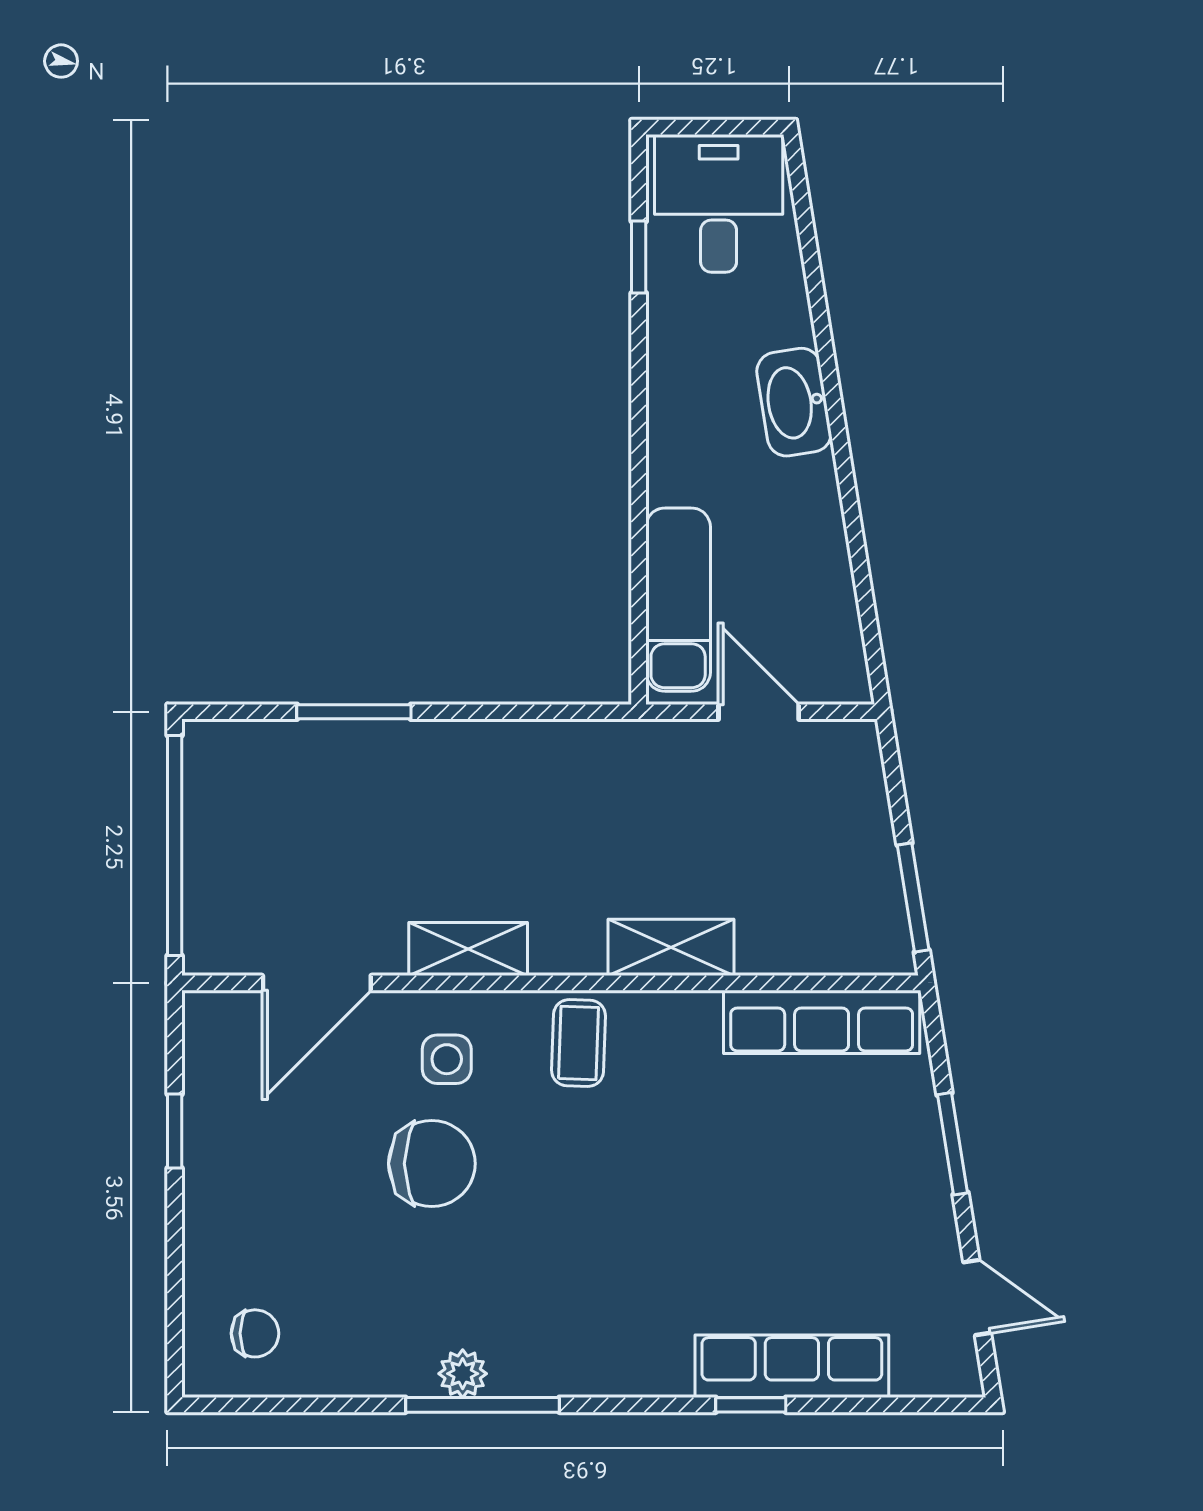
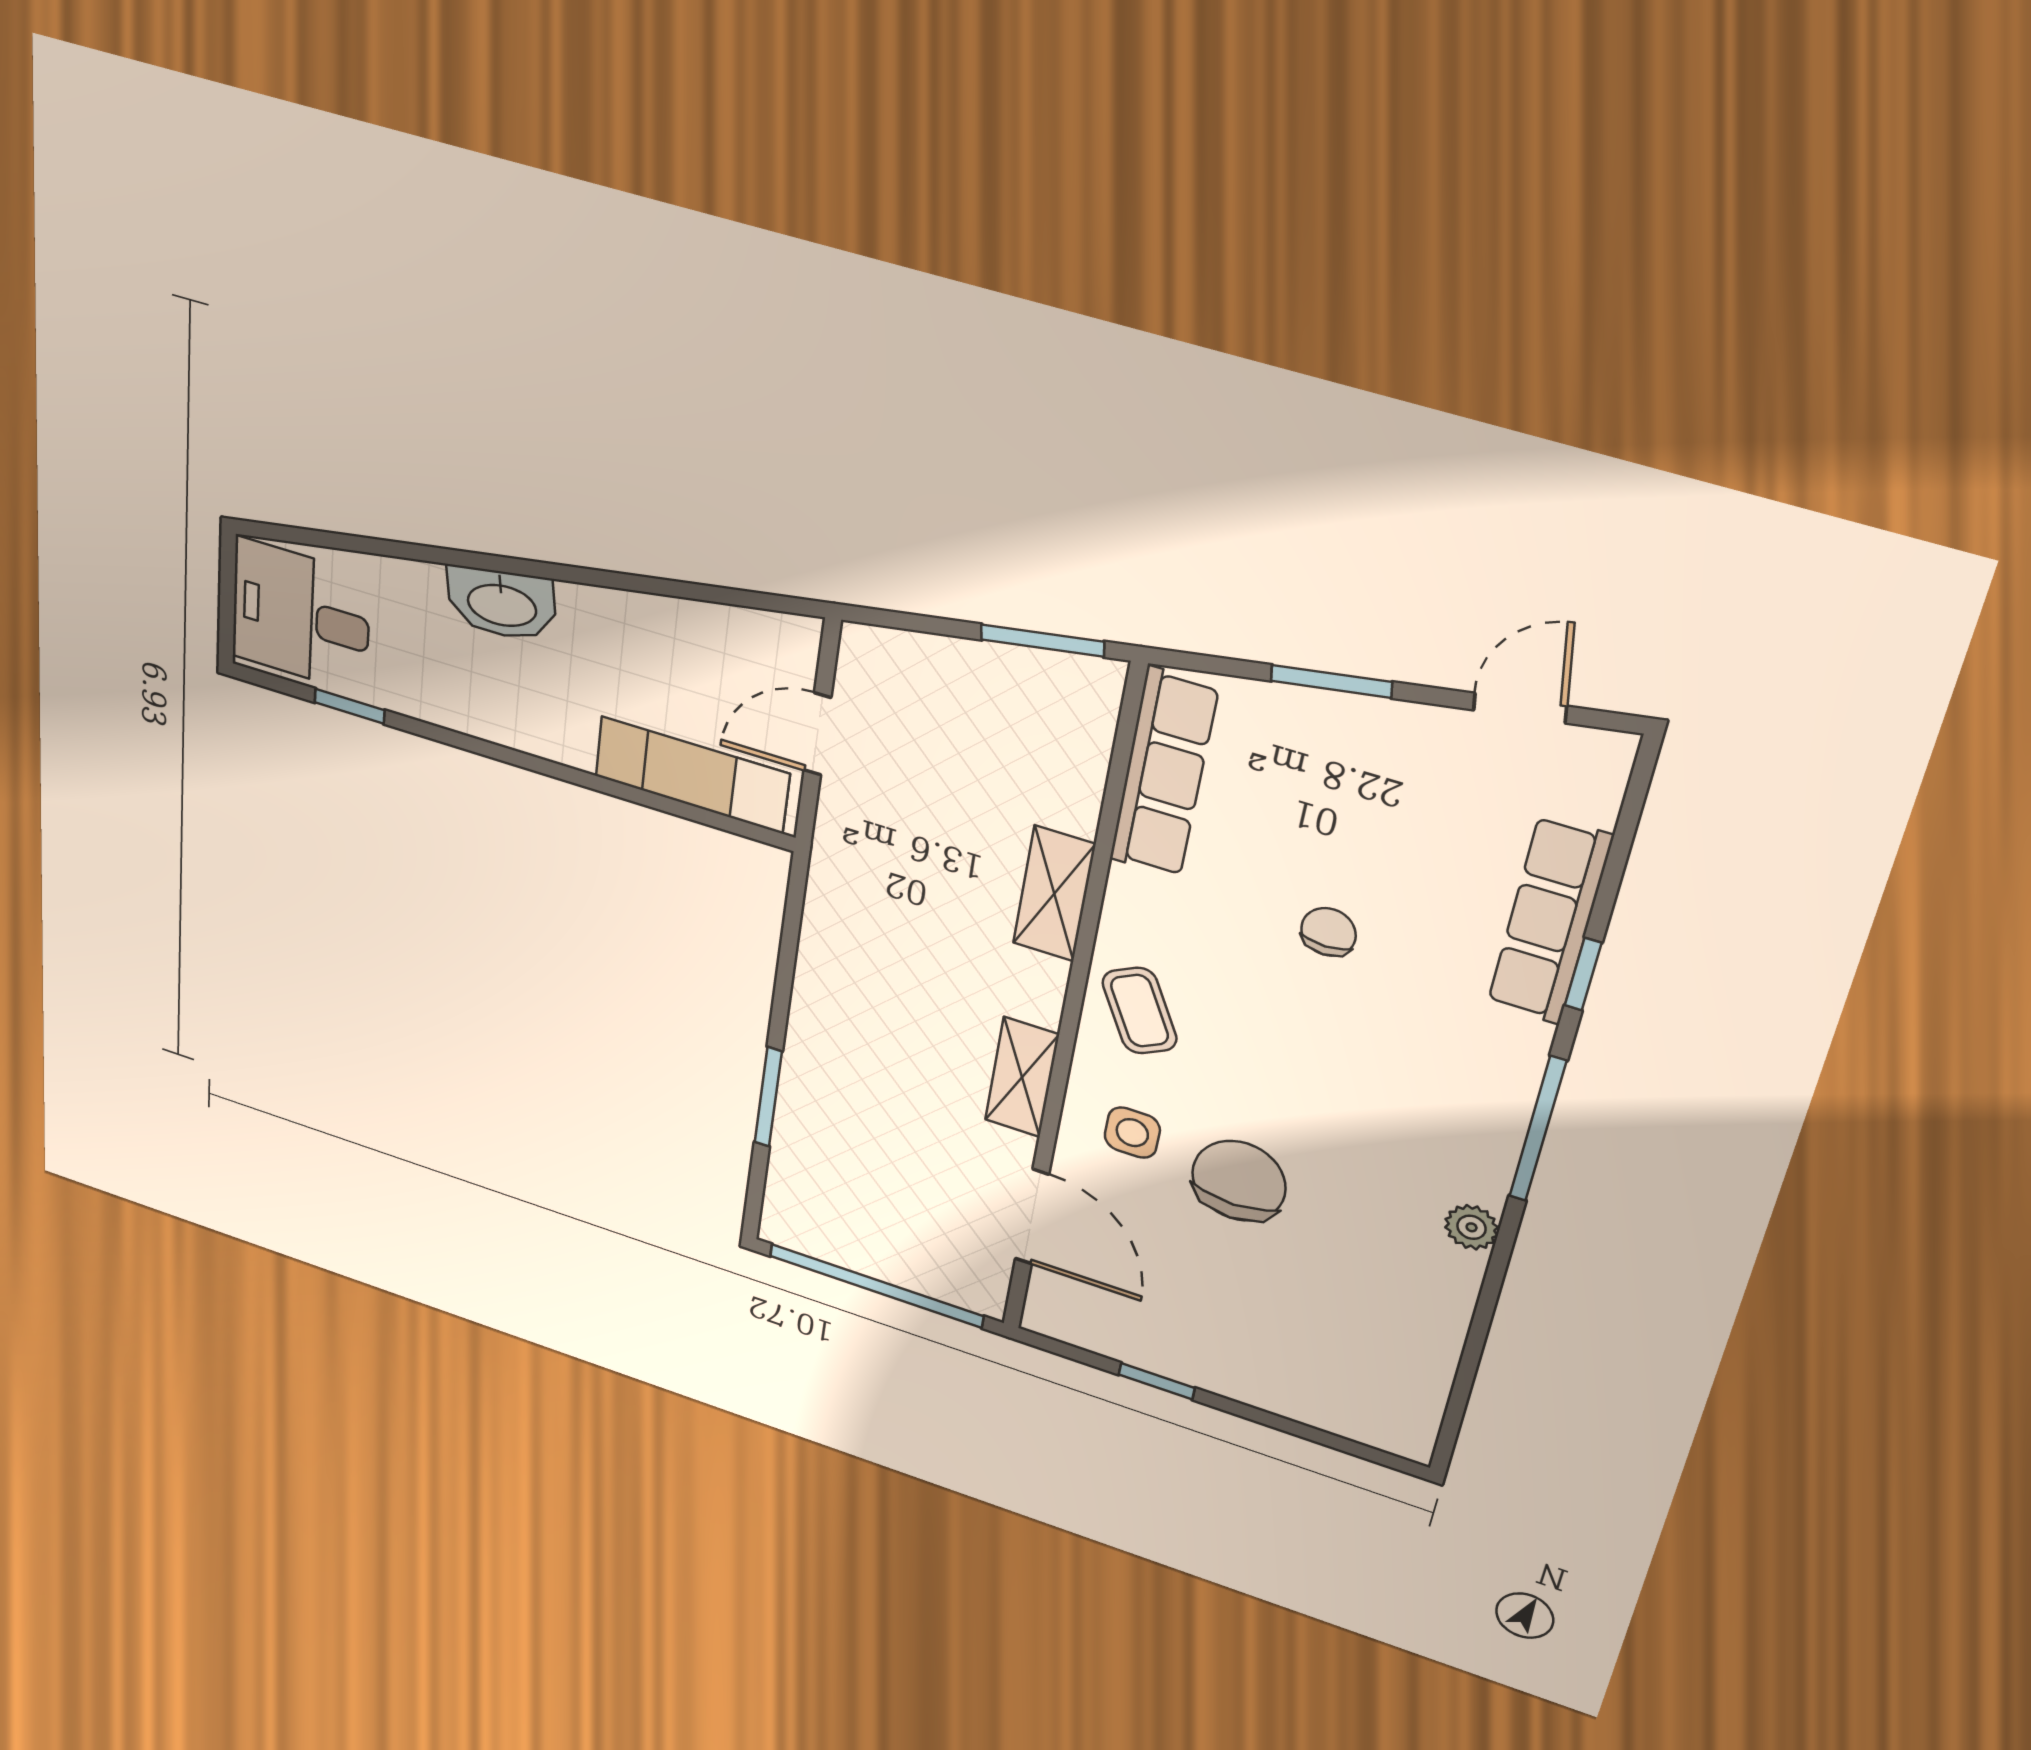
coffee table: (578, 1043) -> (1140, 1011), turned 60
chair: (255, 1333) -> (1328, 932), moved
window: (482, 1405) -> (1538, 1129), moved

